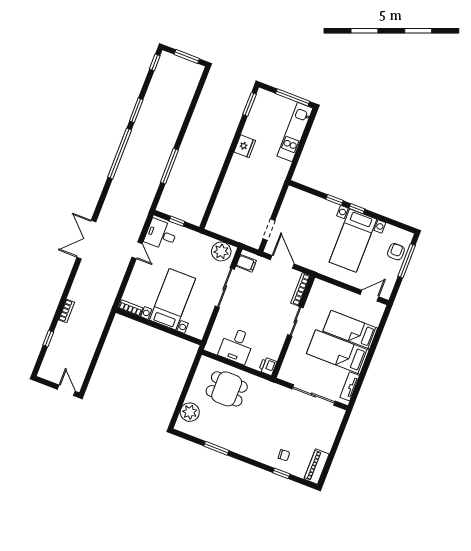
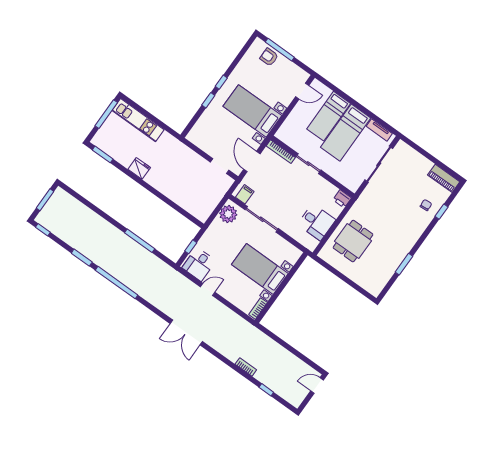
bed with nightstands: (353, 241) -> (252, 111), moved, turned 180
door: (282, 262) -> (252, 162), hinge flipped
door: (369, 296) -> (302, 91), swing flipped
plant: (190, 412) -> (365, 280), removed

